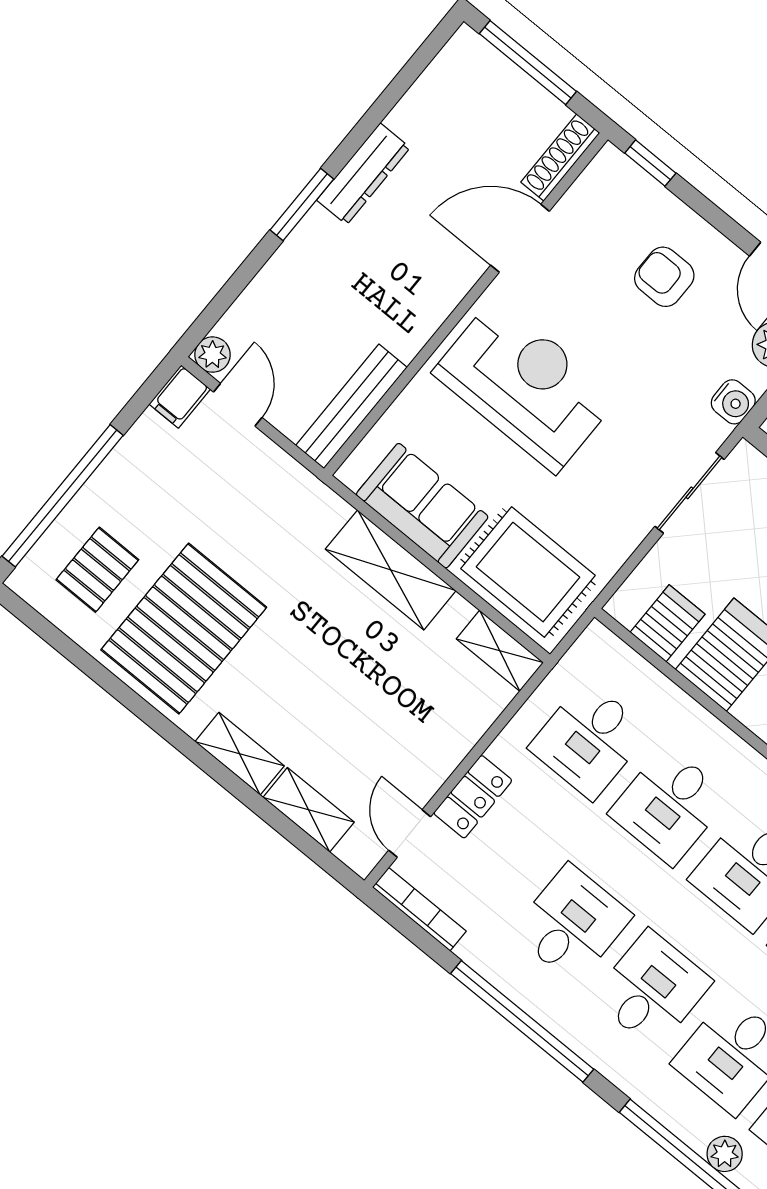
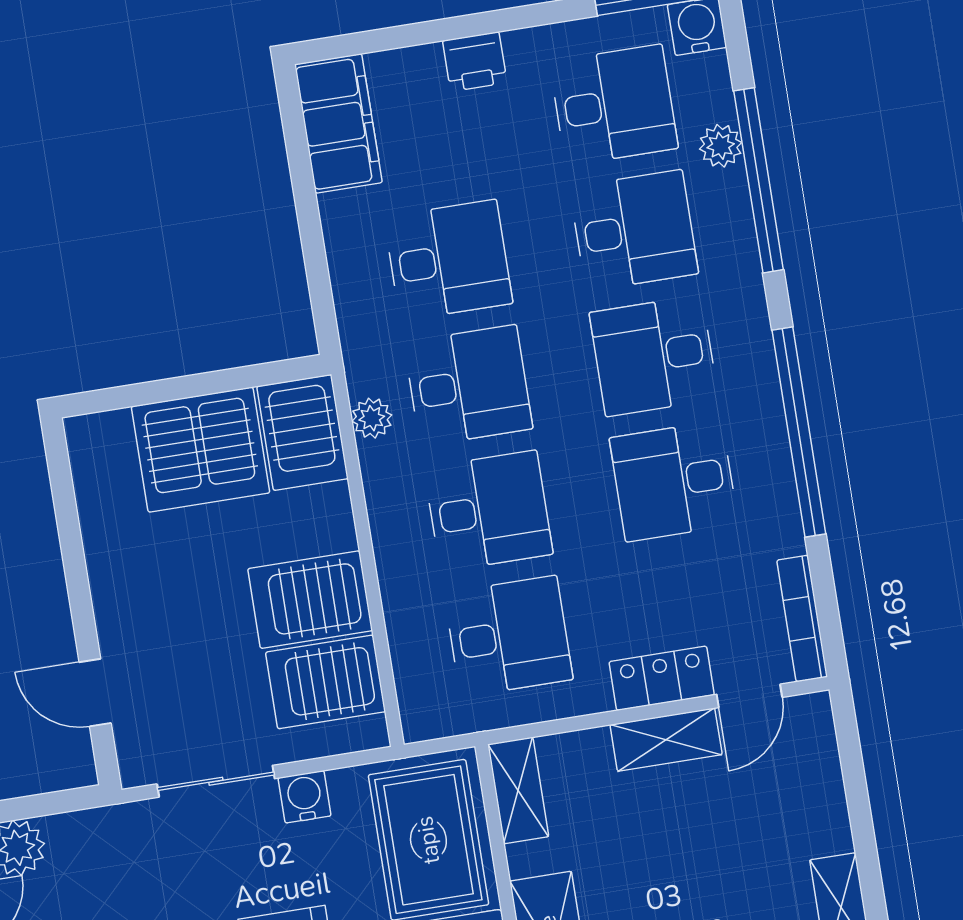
water cooler: (733, 402) -> (305, 797), moved
server rack: (667, 623) -> (326, 682), width x1.36, depth x1.44
shelving: (309, 810) -> (666, 740), moved, turned 90

